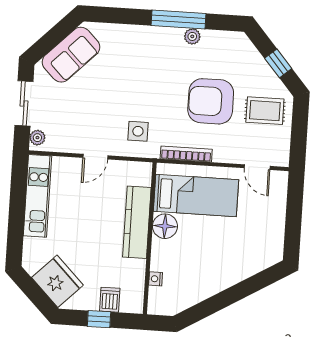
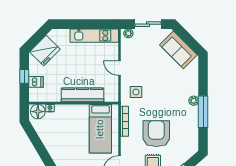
plant: (192, 36) -> (194, 101), moved
floor lamp: (165, 226) -> (38, 112), moved

